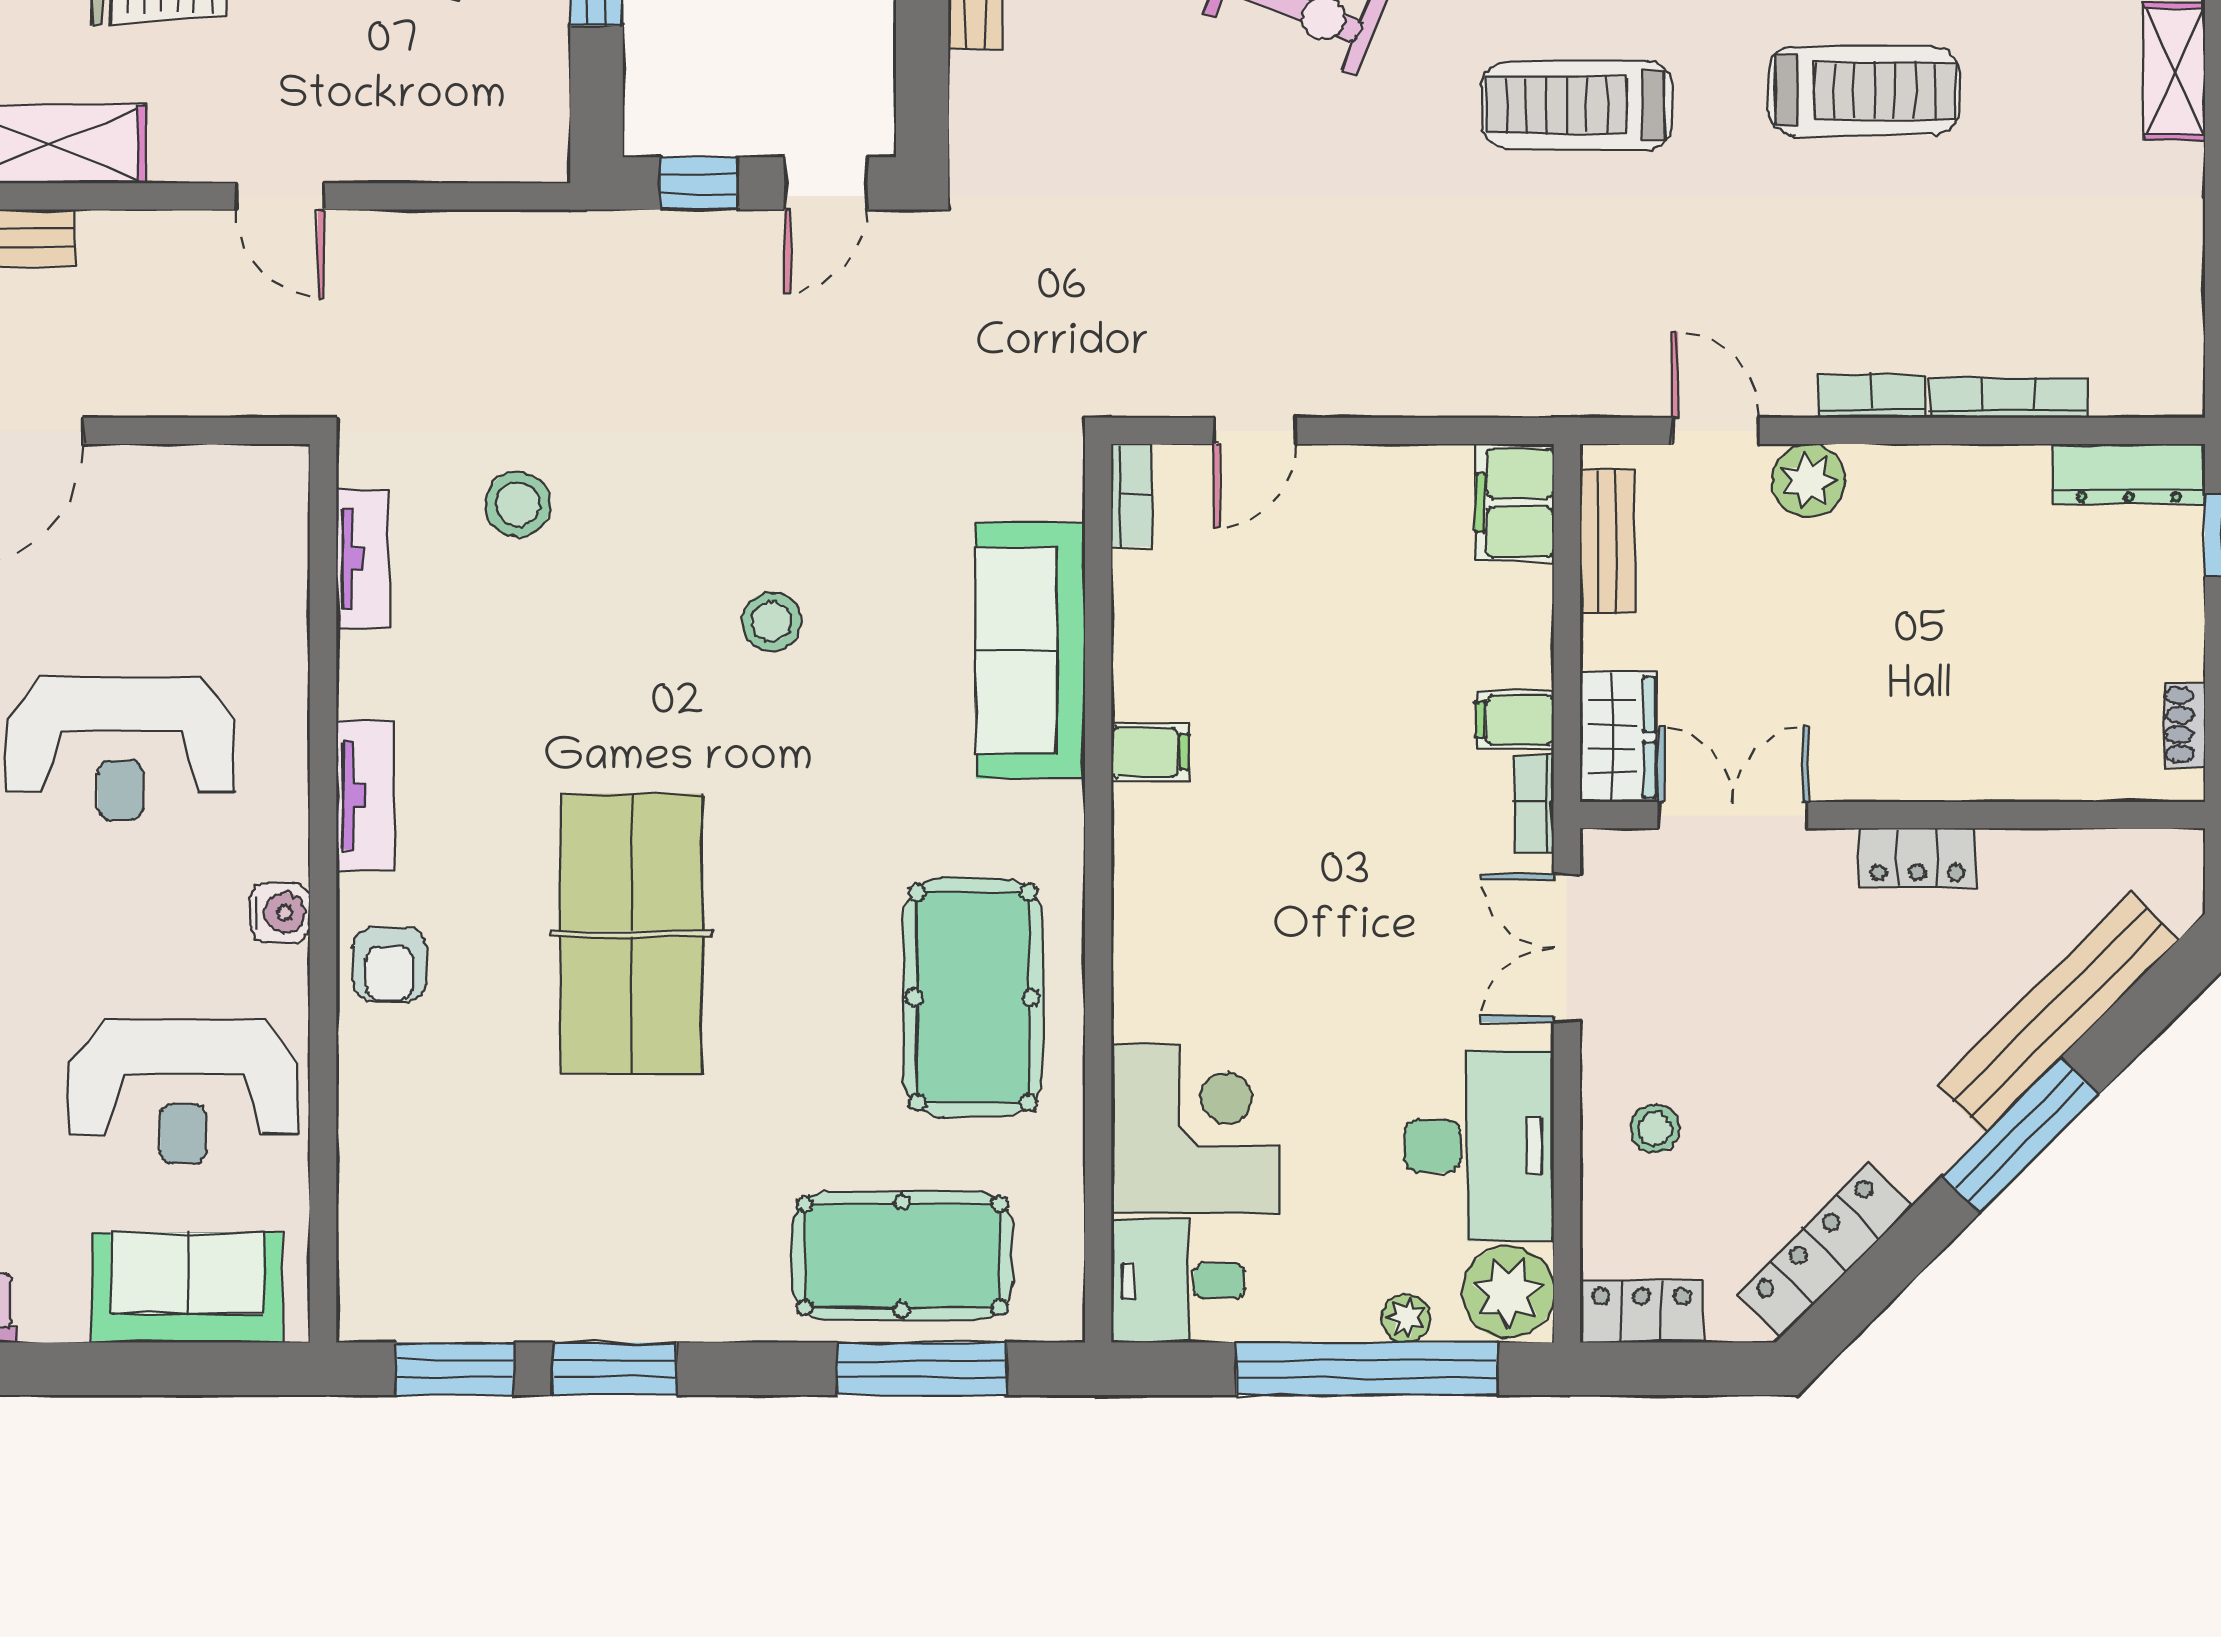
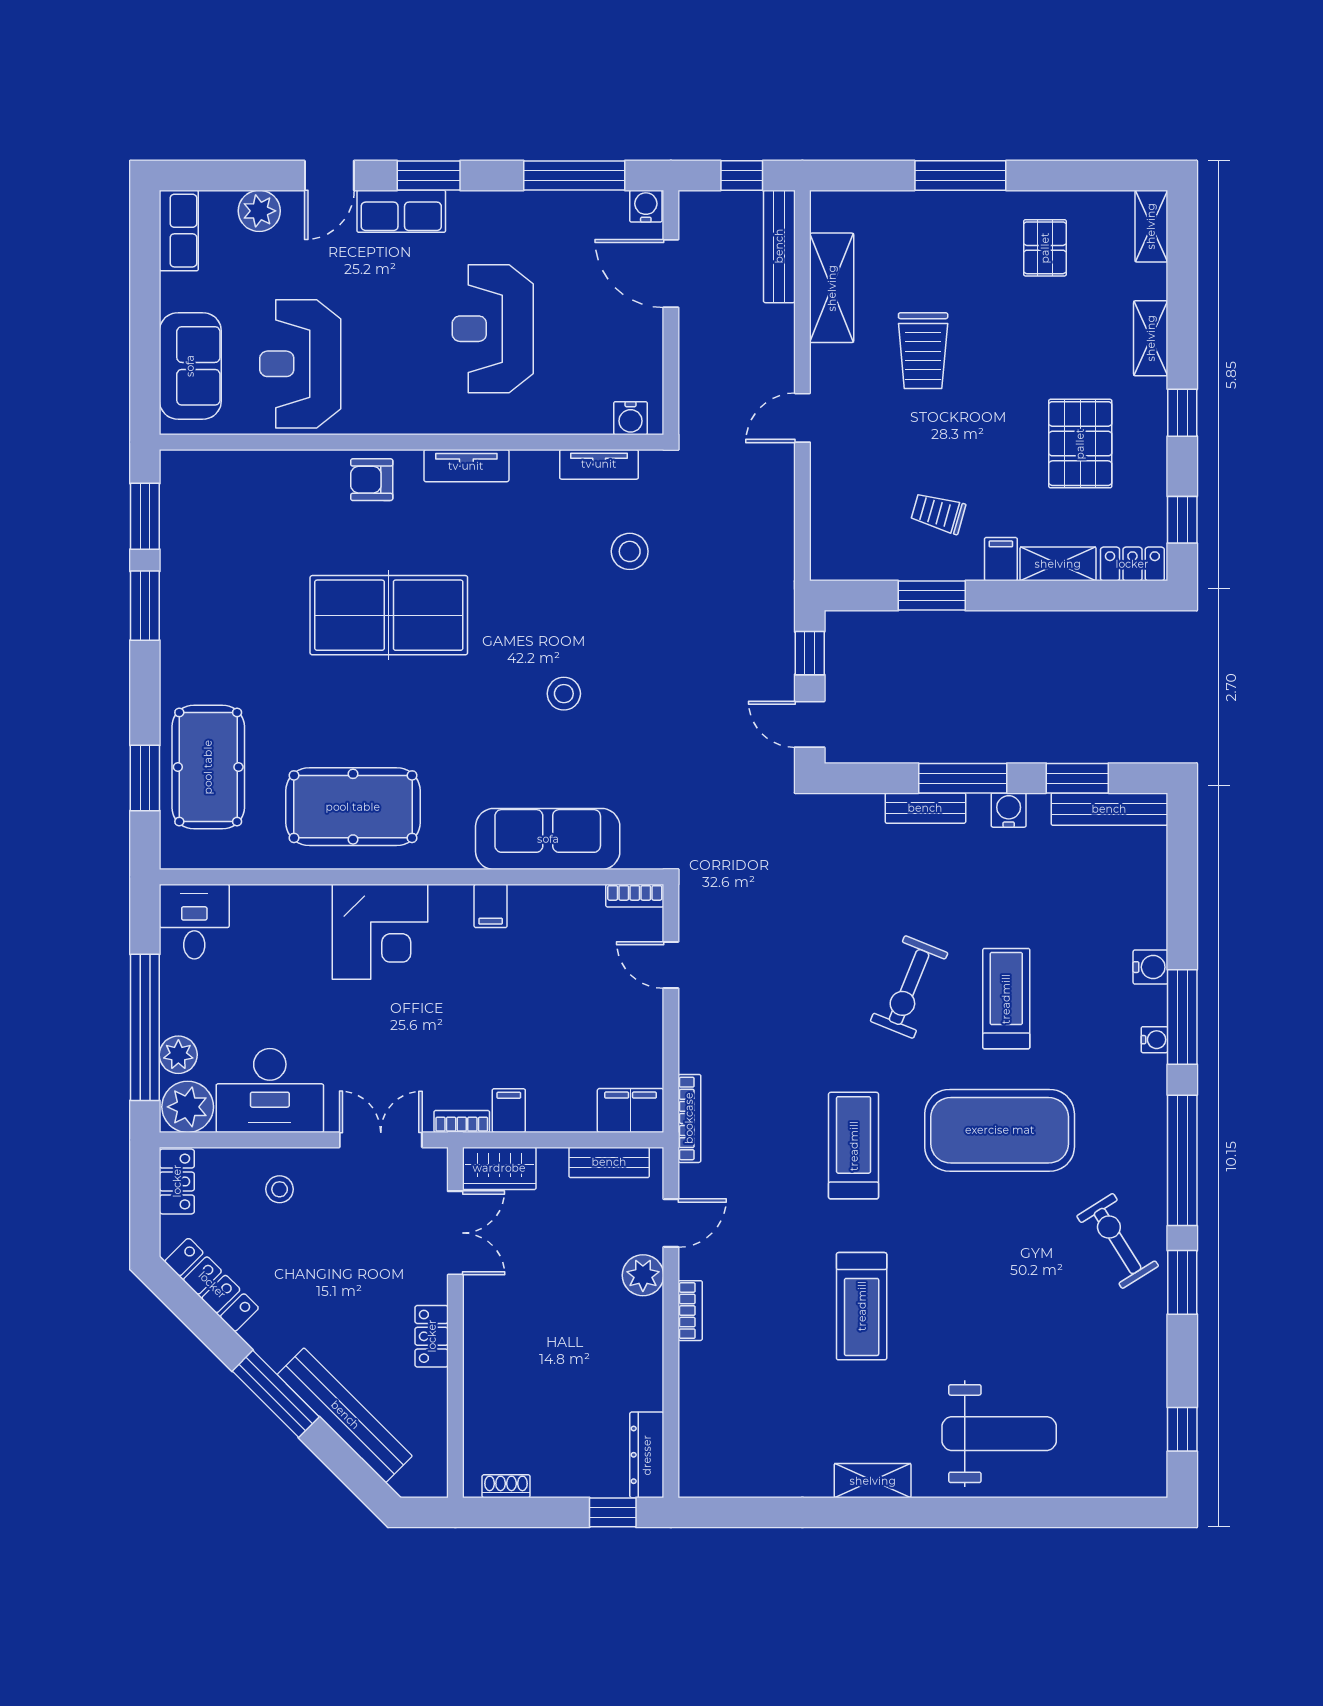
bookcase: (2009, 398) -> (689, 1118), moved
water cooler: (280, 913) -> (631, 418), moved
corner desk: (1196, 1129) -> (380, 932), moved
plant: (1406, 1318) -> (178, 1055), width x1.38, depth x1.38
window: (922, 1369) -> (145, 778), width x0.69

